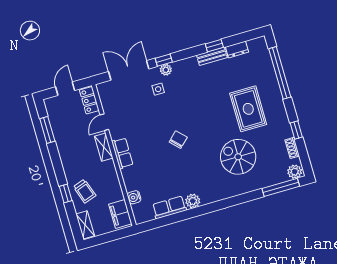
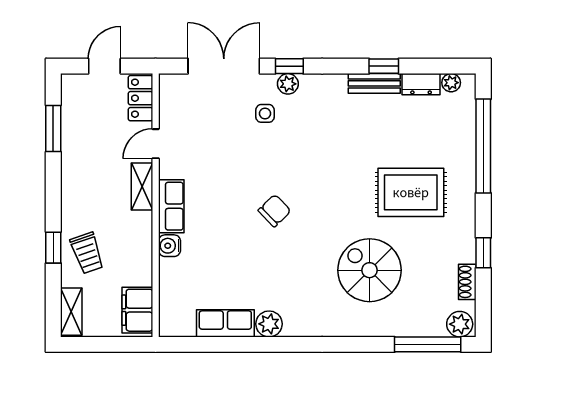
plant: (253, 44) -> (451, 83), added
rug: (248, 109) -> (411, 192), turned 90
water cooler: (134, 197) -> (169, 246), moved

